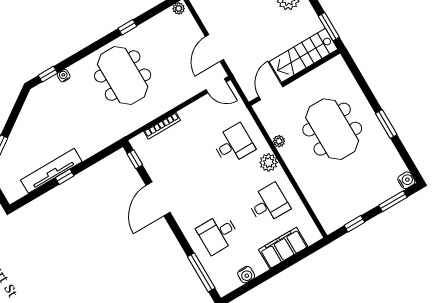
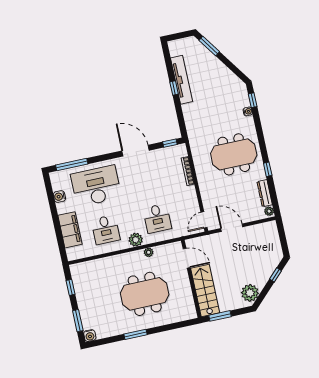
dresser: (158, 21) -> (265, 193), added
desk: (218, 234) -> (96, 186), width x1.87, depth x1.30

